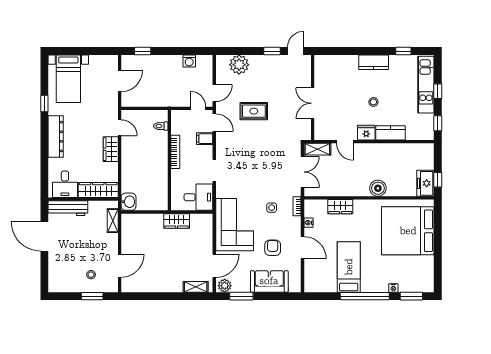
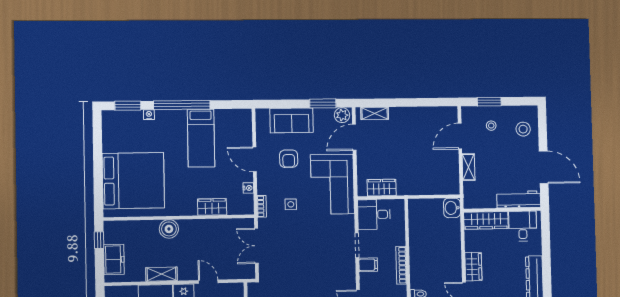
filing cabinet: (205, 139) -> (368, 265), moved
shelving: (317, 149) -> (162, 274), moved
freezer: (425, 183) -> (114, 259), moved
shelving: (113, 221) -> (468, 167), moved
wardrobe: (177, 221) -> (382, 188), moved
stool: (62, 271) -> (523, 129), added

